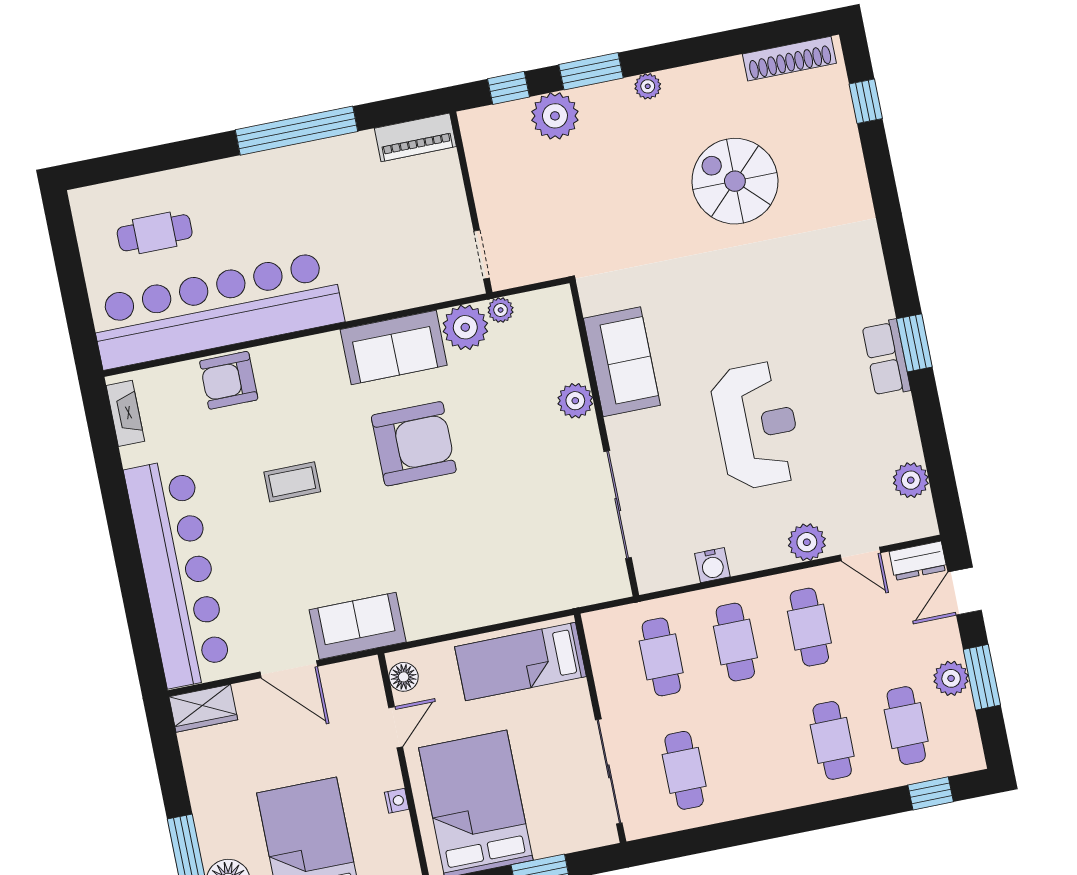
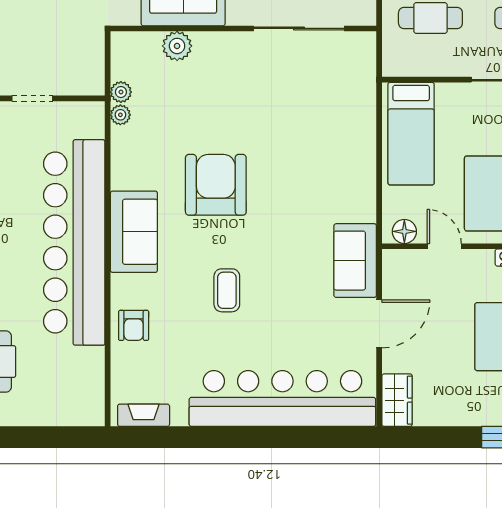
doorway: (482, 255) -> (32, 98), moved
bar counter: (217, 310) -> (74, 242), moved
plant: (465, 327) -> (120, 115), width x0.53, depth x0.53
sofa: (394, 347) -> (134, 232), moved
armchair: (229, 380) -> (134, 325), width x0.72, depth x0.72
plant: (575, 401) -> (177, 46), moved

